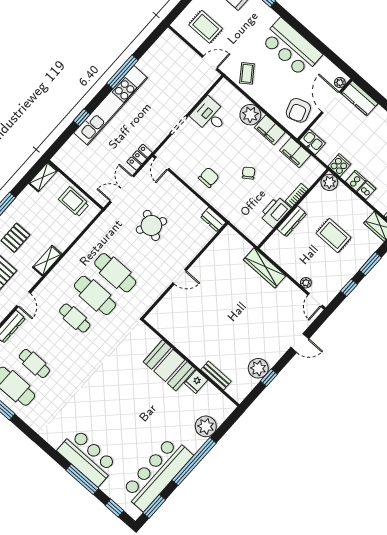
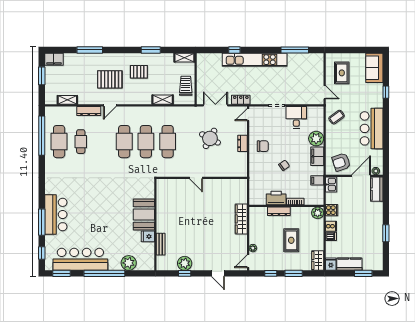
window: (123, 72) -> (295, 50), moved
filing cabinet: (295, 153) -> (317, 180), width x0.50
dresser: (213, 220) -> (242, 143), moved
shelving: (47, 261) -> (163, 100), moved
cafe table: (75, 318) -> (124, 142), width x1.37, depth x1.35

